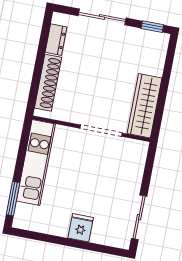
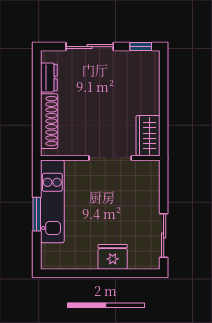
wardrobe: (144, 106) -> (148, 136), width x0.67
window: (13, 199) -> (37, 214), moved
fridge: (81, 228) -> (113, 257), width x1.38

